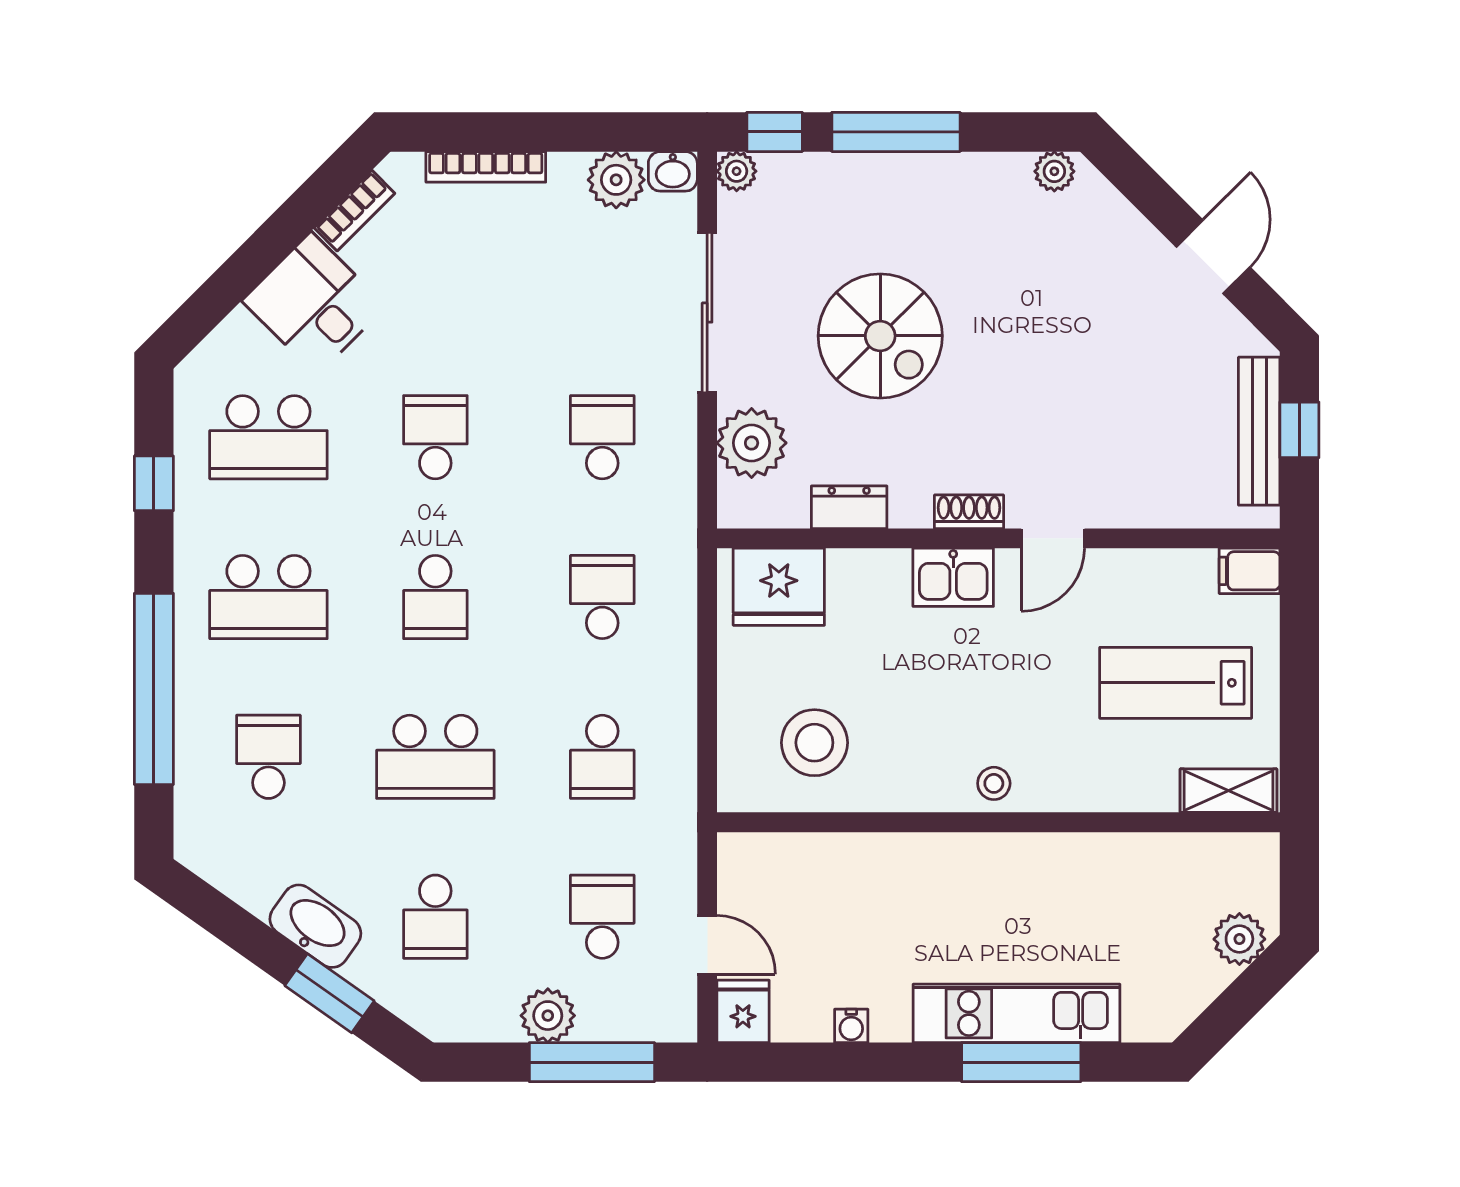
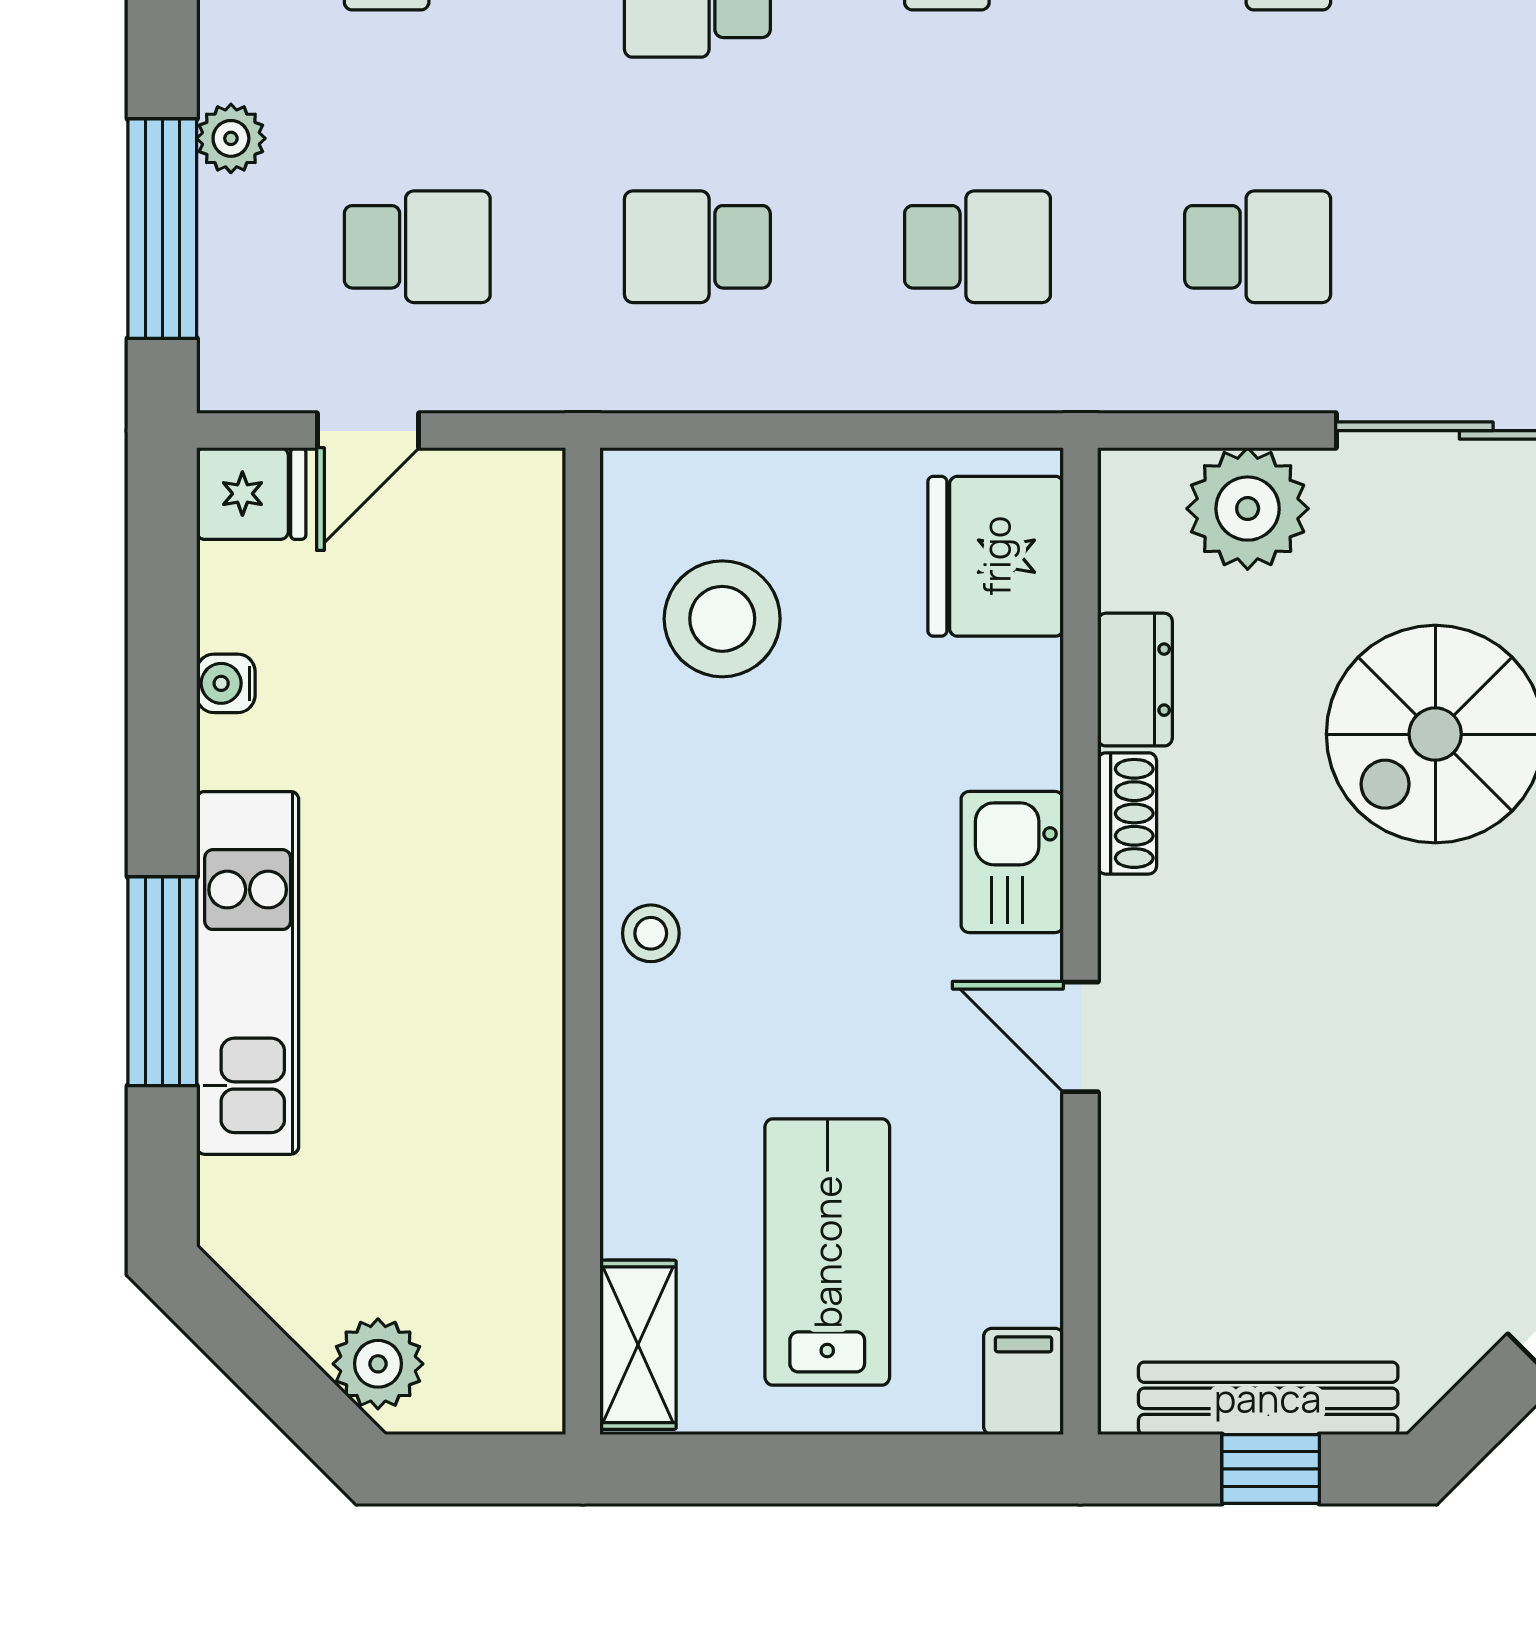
shoe rack: (969, 512) -> (1127, 813), moved
plant: (548, 1016) -> (231, 138), width x0.73, depth x0.73

